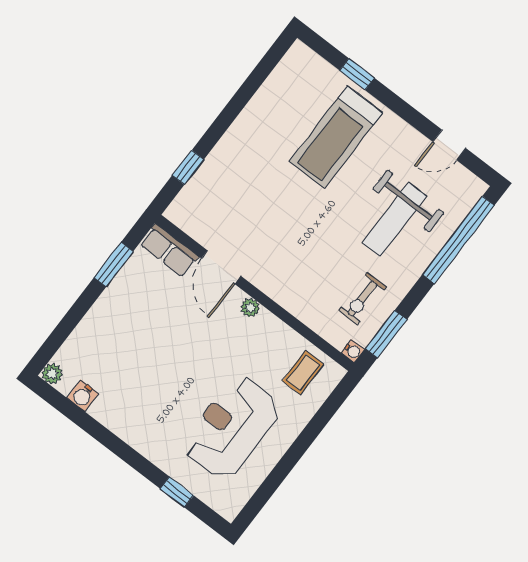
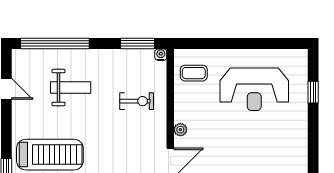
weight bench: (394, 219) -> (71, 88), width x0.73, depth x0.75
exercise bike: (362, 299) -> (137, 101), moved

